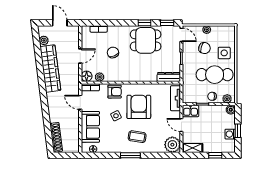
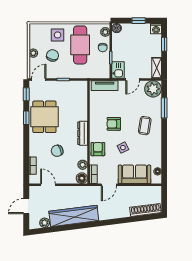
door: (80, 56) -> (48, 185), moved
dresser: (169, 77) -> (83, 133), moved
armchair: (139, 107) -> (114, 124), width x0.53, depth x0.53
washing machine: (230, 134) -> (156, 29), moved
window: (130, 155) -> (164, 108), moved

